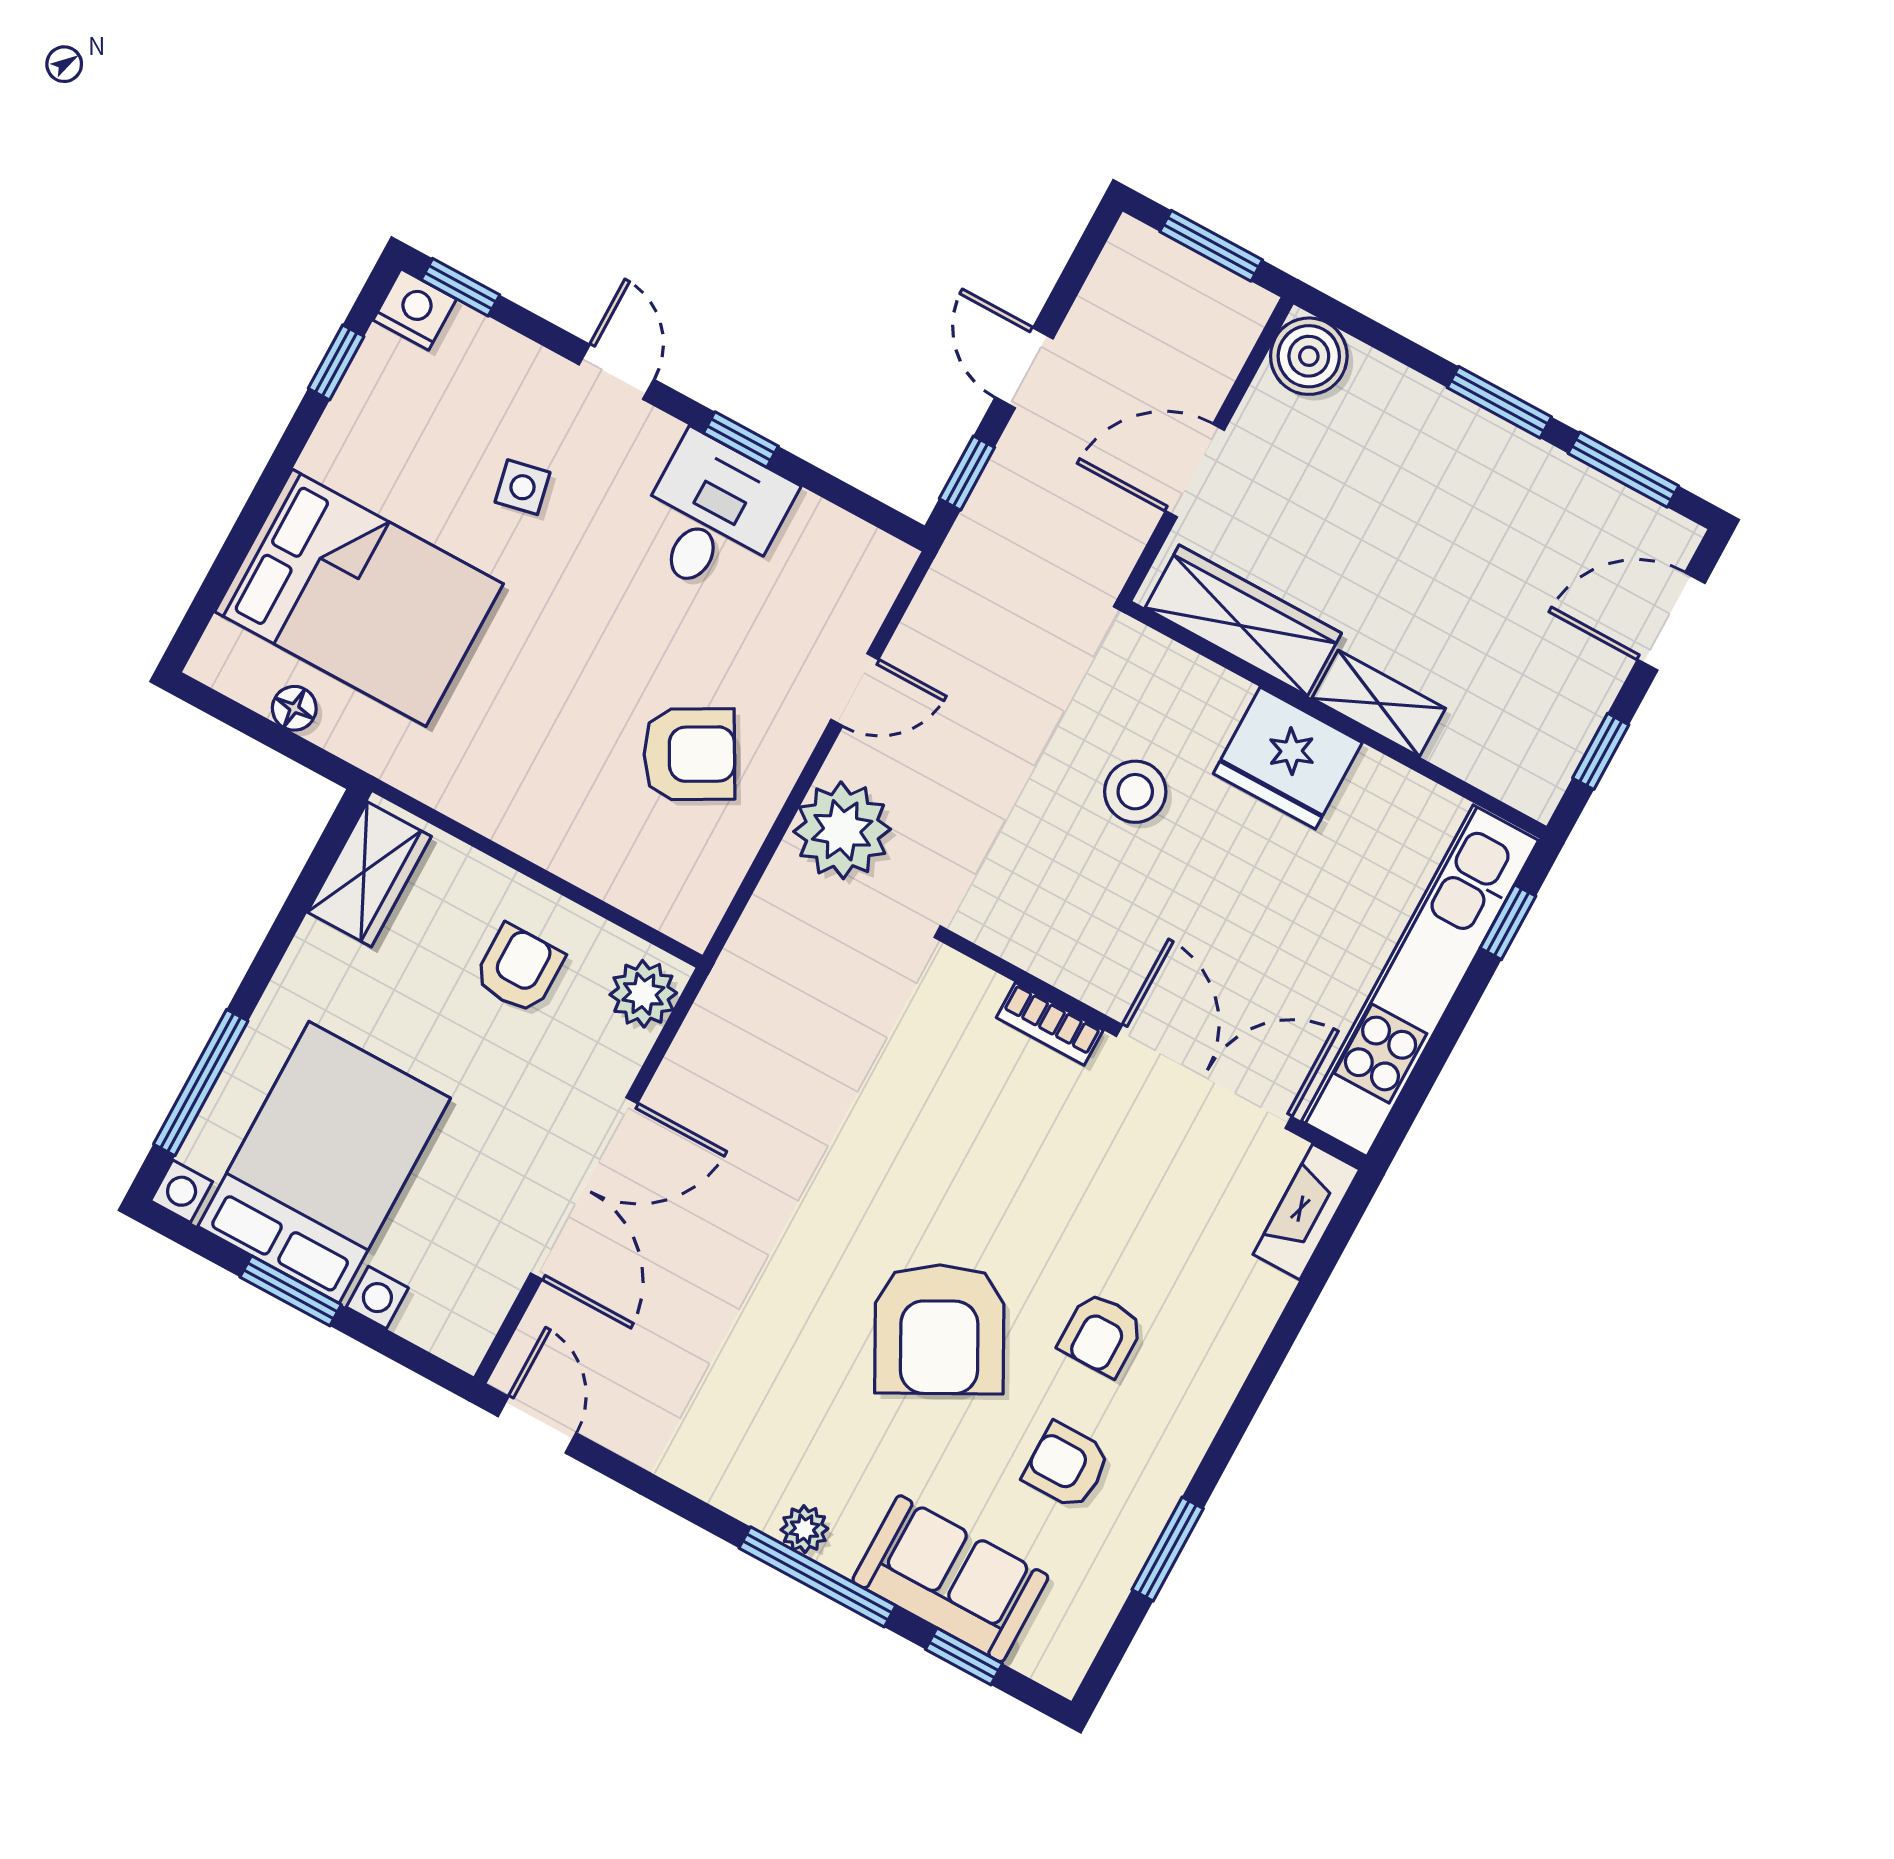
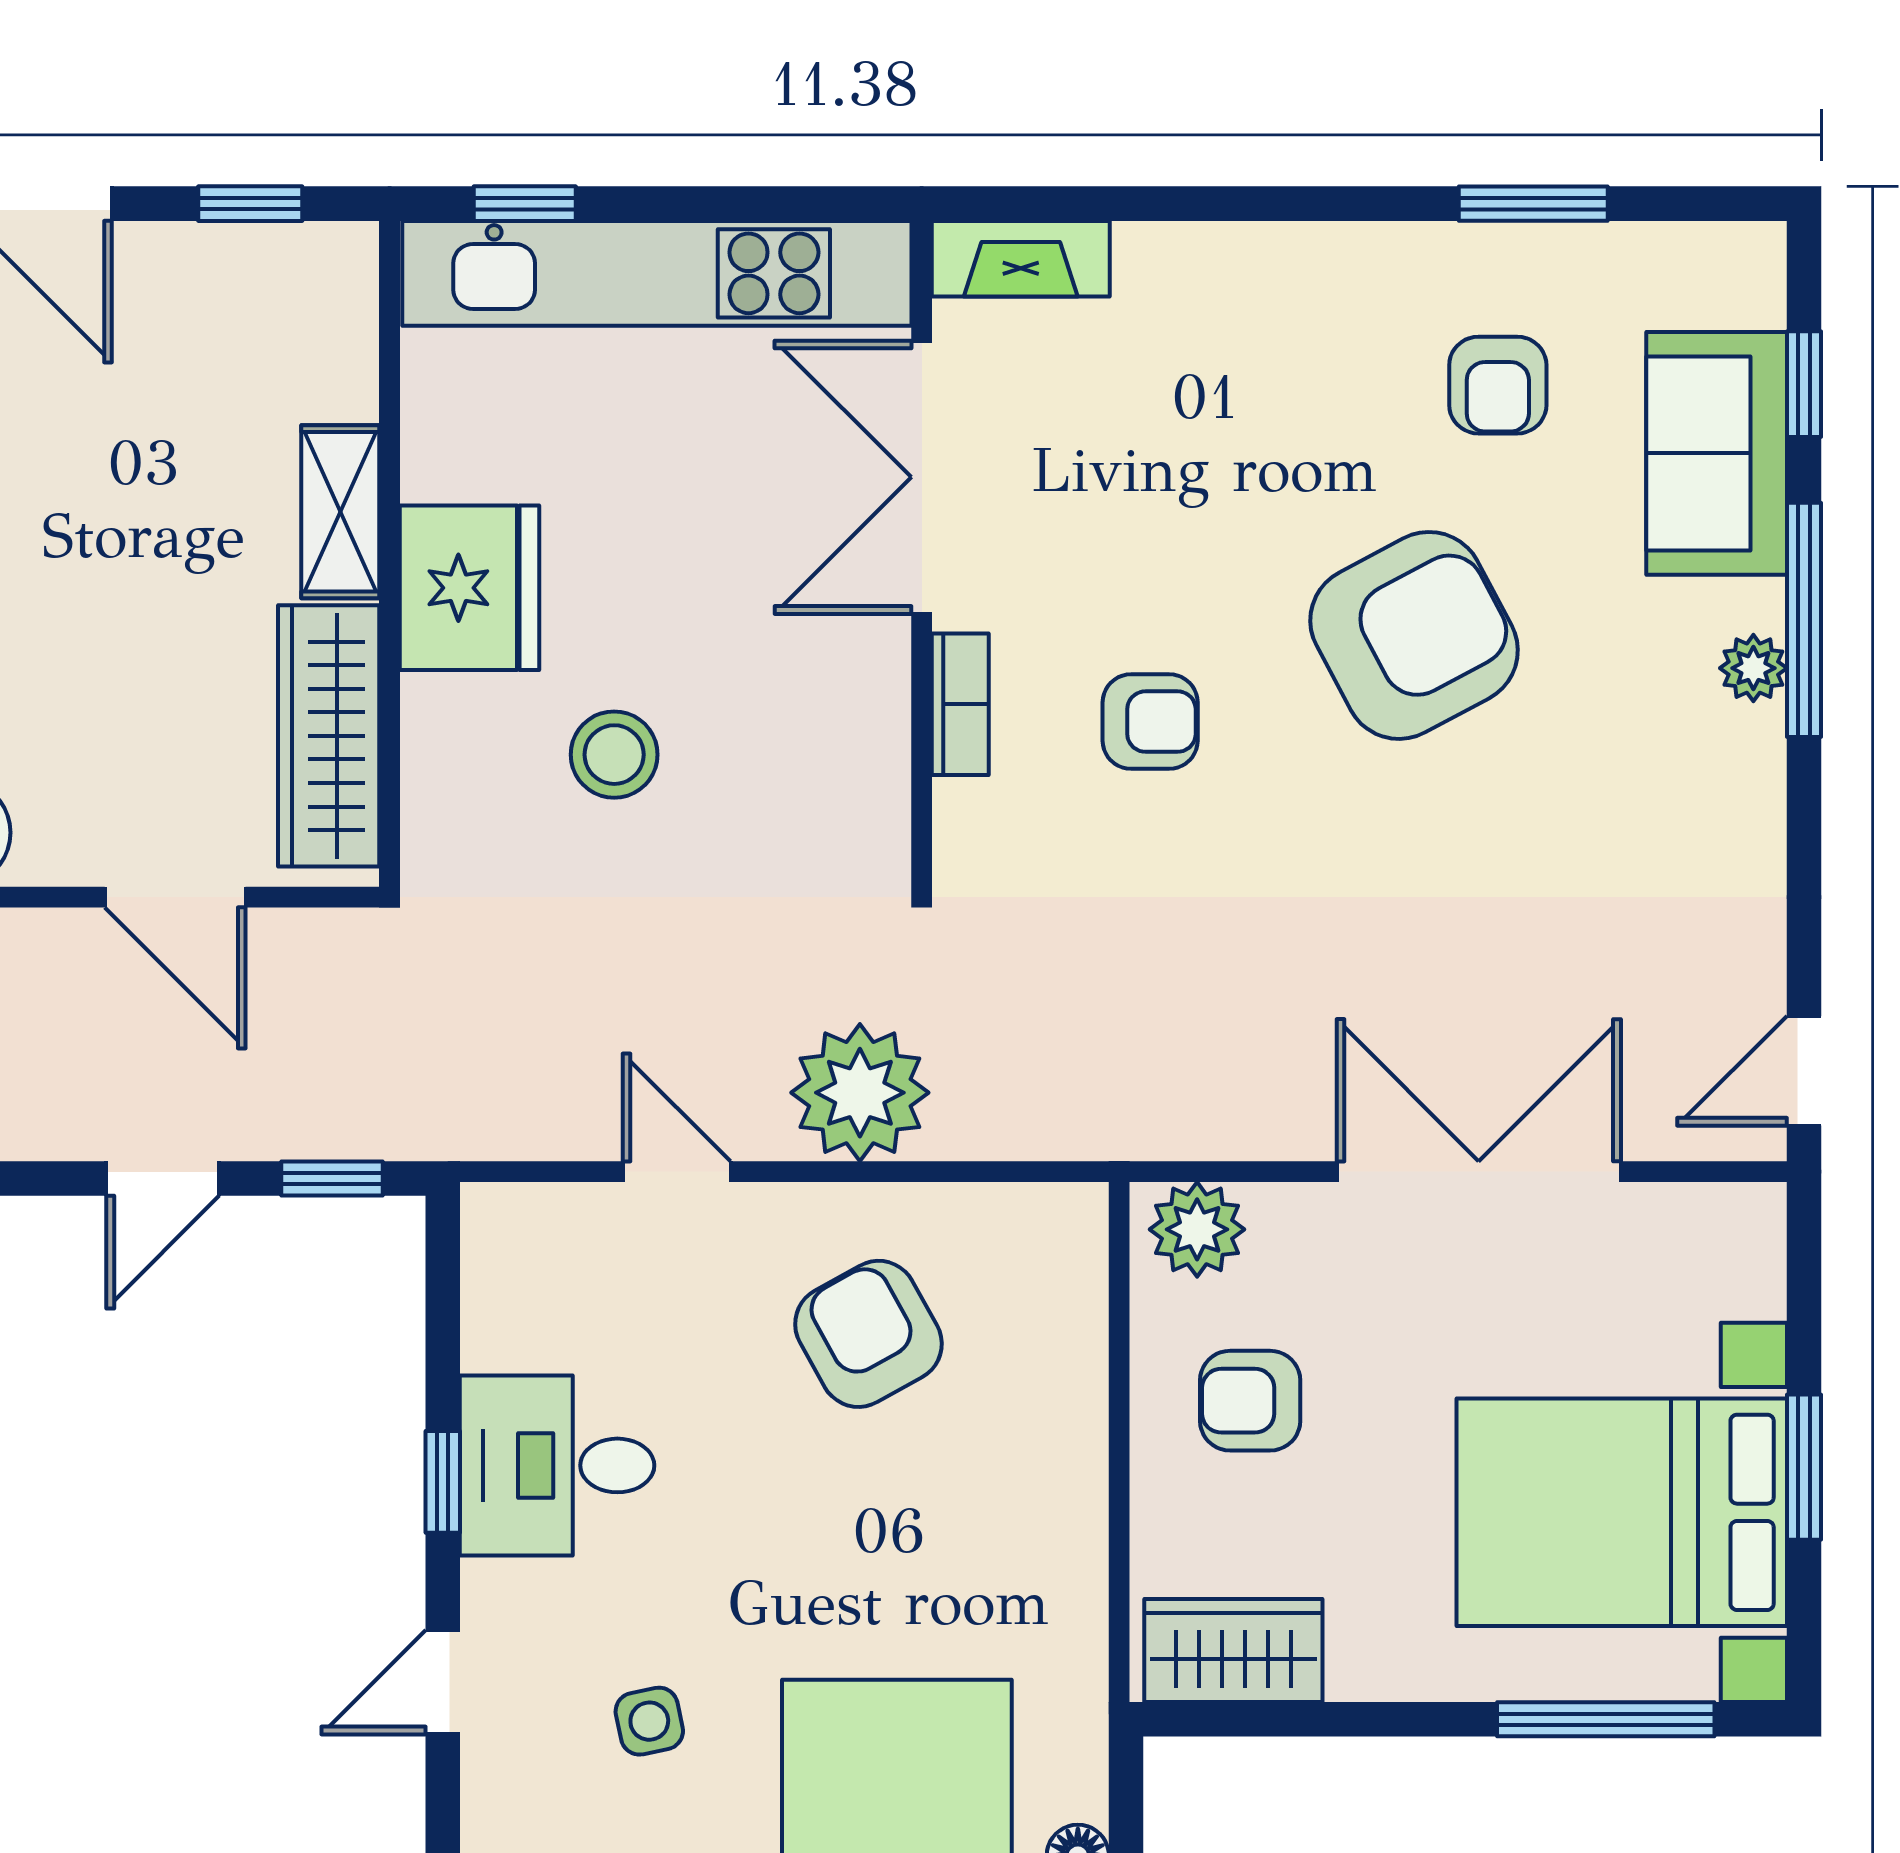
armchair: (1101, 1334) -> (1150, 722), moved

